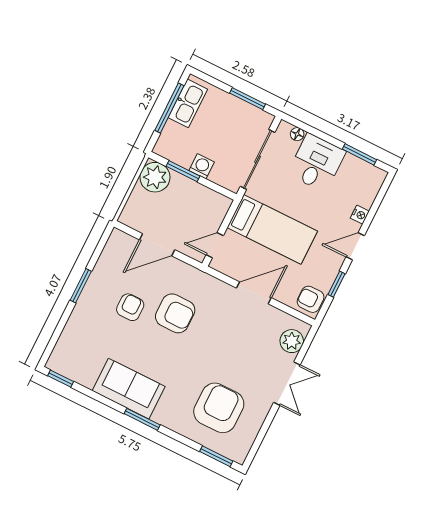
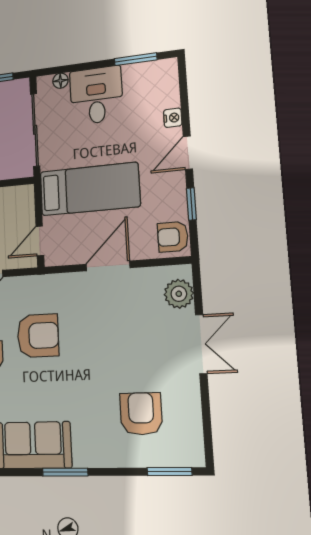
armchair: (219, 408) -> (141, 414), width x0.73, depth x0.73

